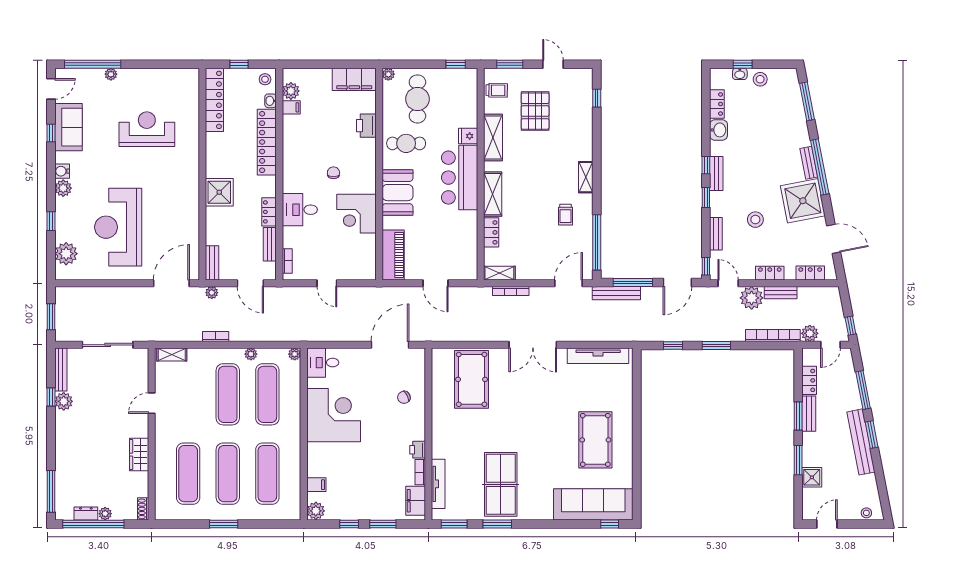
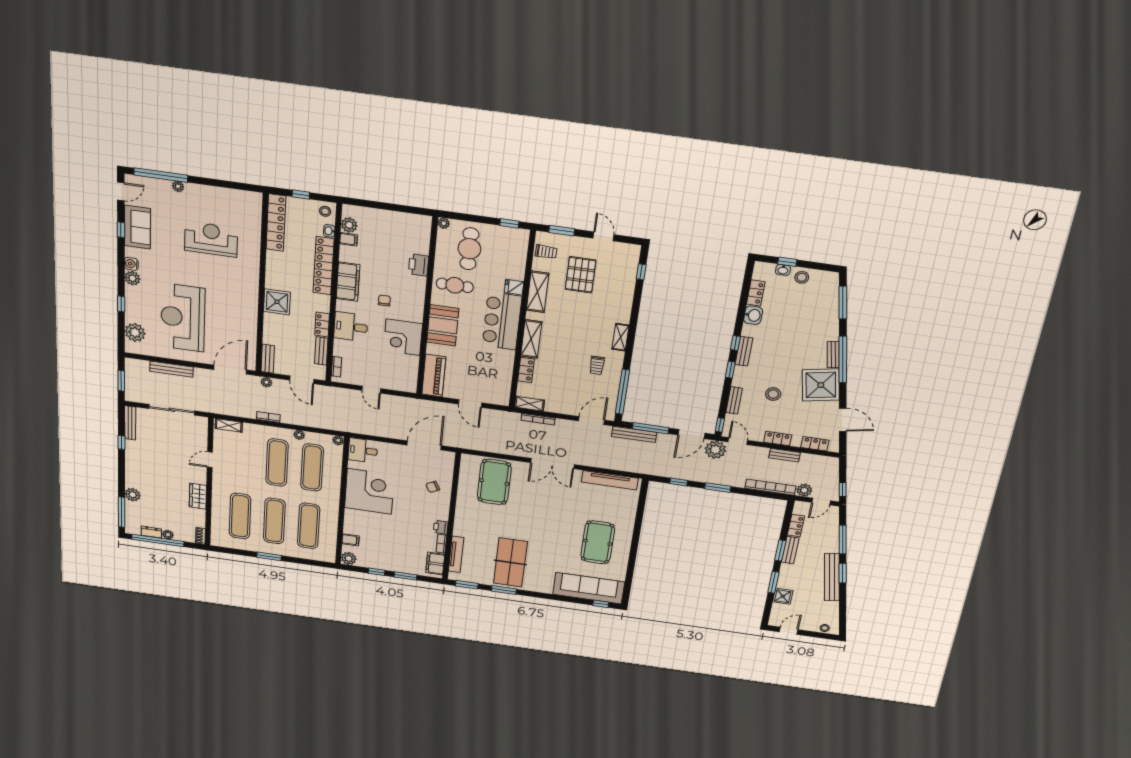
filing cabinet: (354, 79) -> (348, 282), moved, turned -90
bench: (107, 293) -> (171, 369), added
plant: (752, 298) -> (715, 450), moved
plant: (64, 401) -> (133, 495), moved

